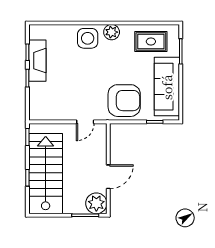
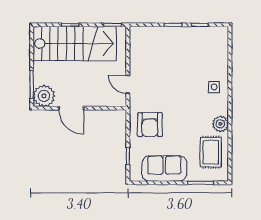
plant: (112, 32) -> (220, 124), moved
side table: (88, 38) -> (214, 87), width x0.54, depth x0.54
fireplace: (37, 61) -> (191, 35), removed
sofa: (167, 87) -> (164, 169), width x0.73
armchair: (124, 101) -> (150, 125), width x0.73, depth x0.73

